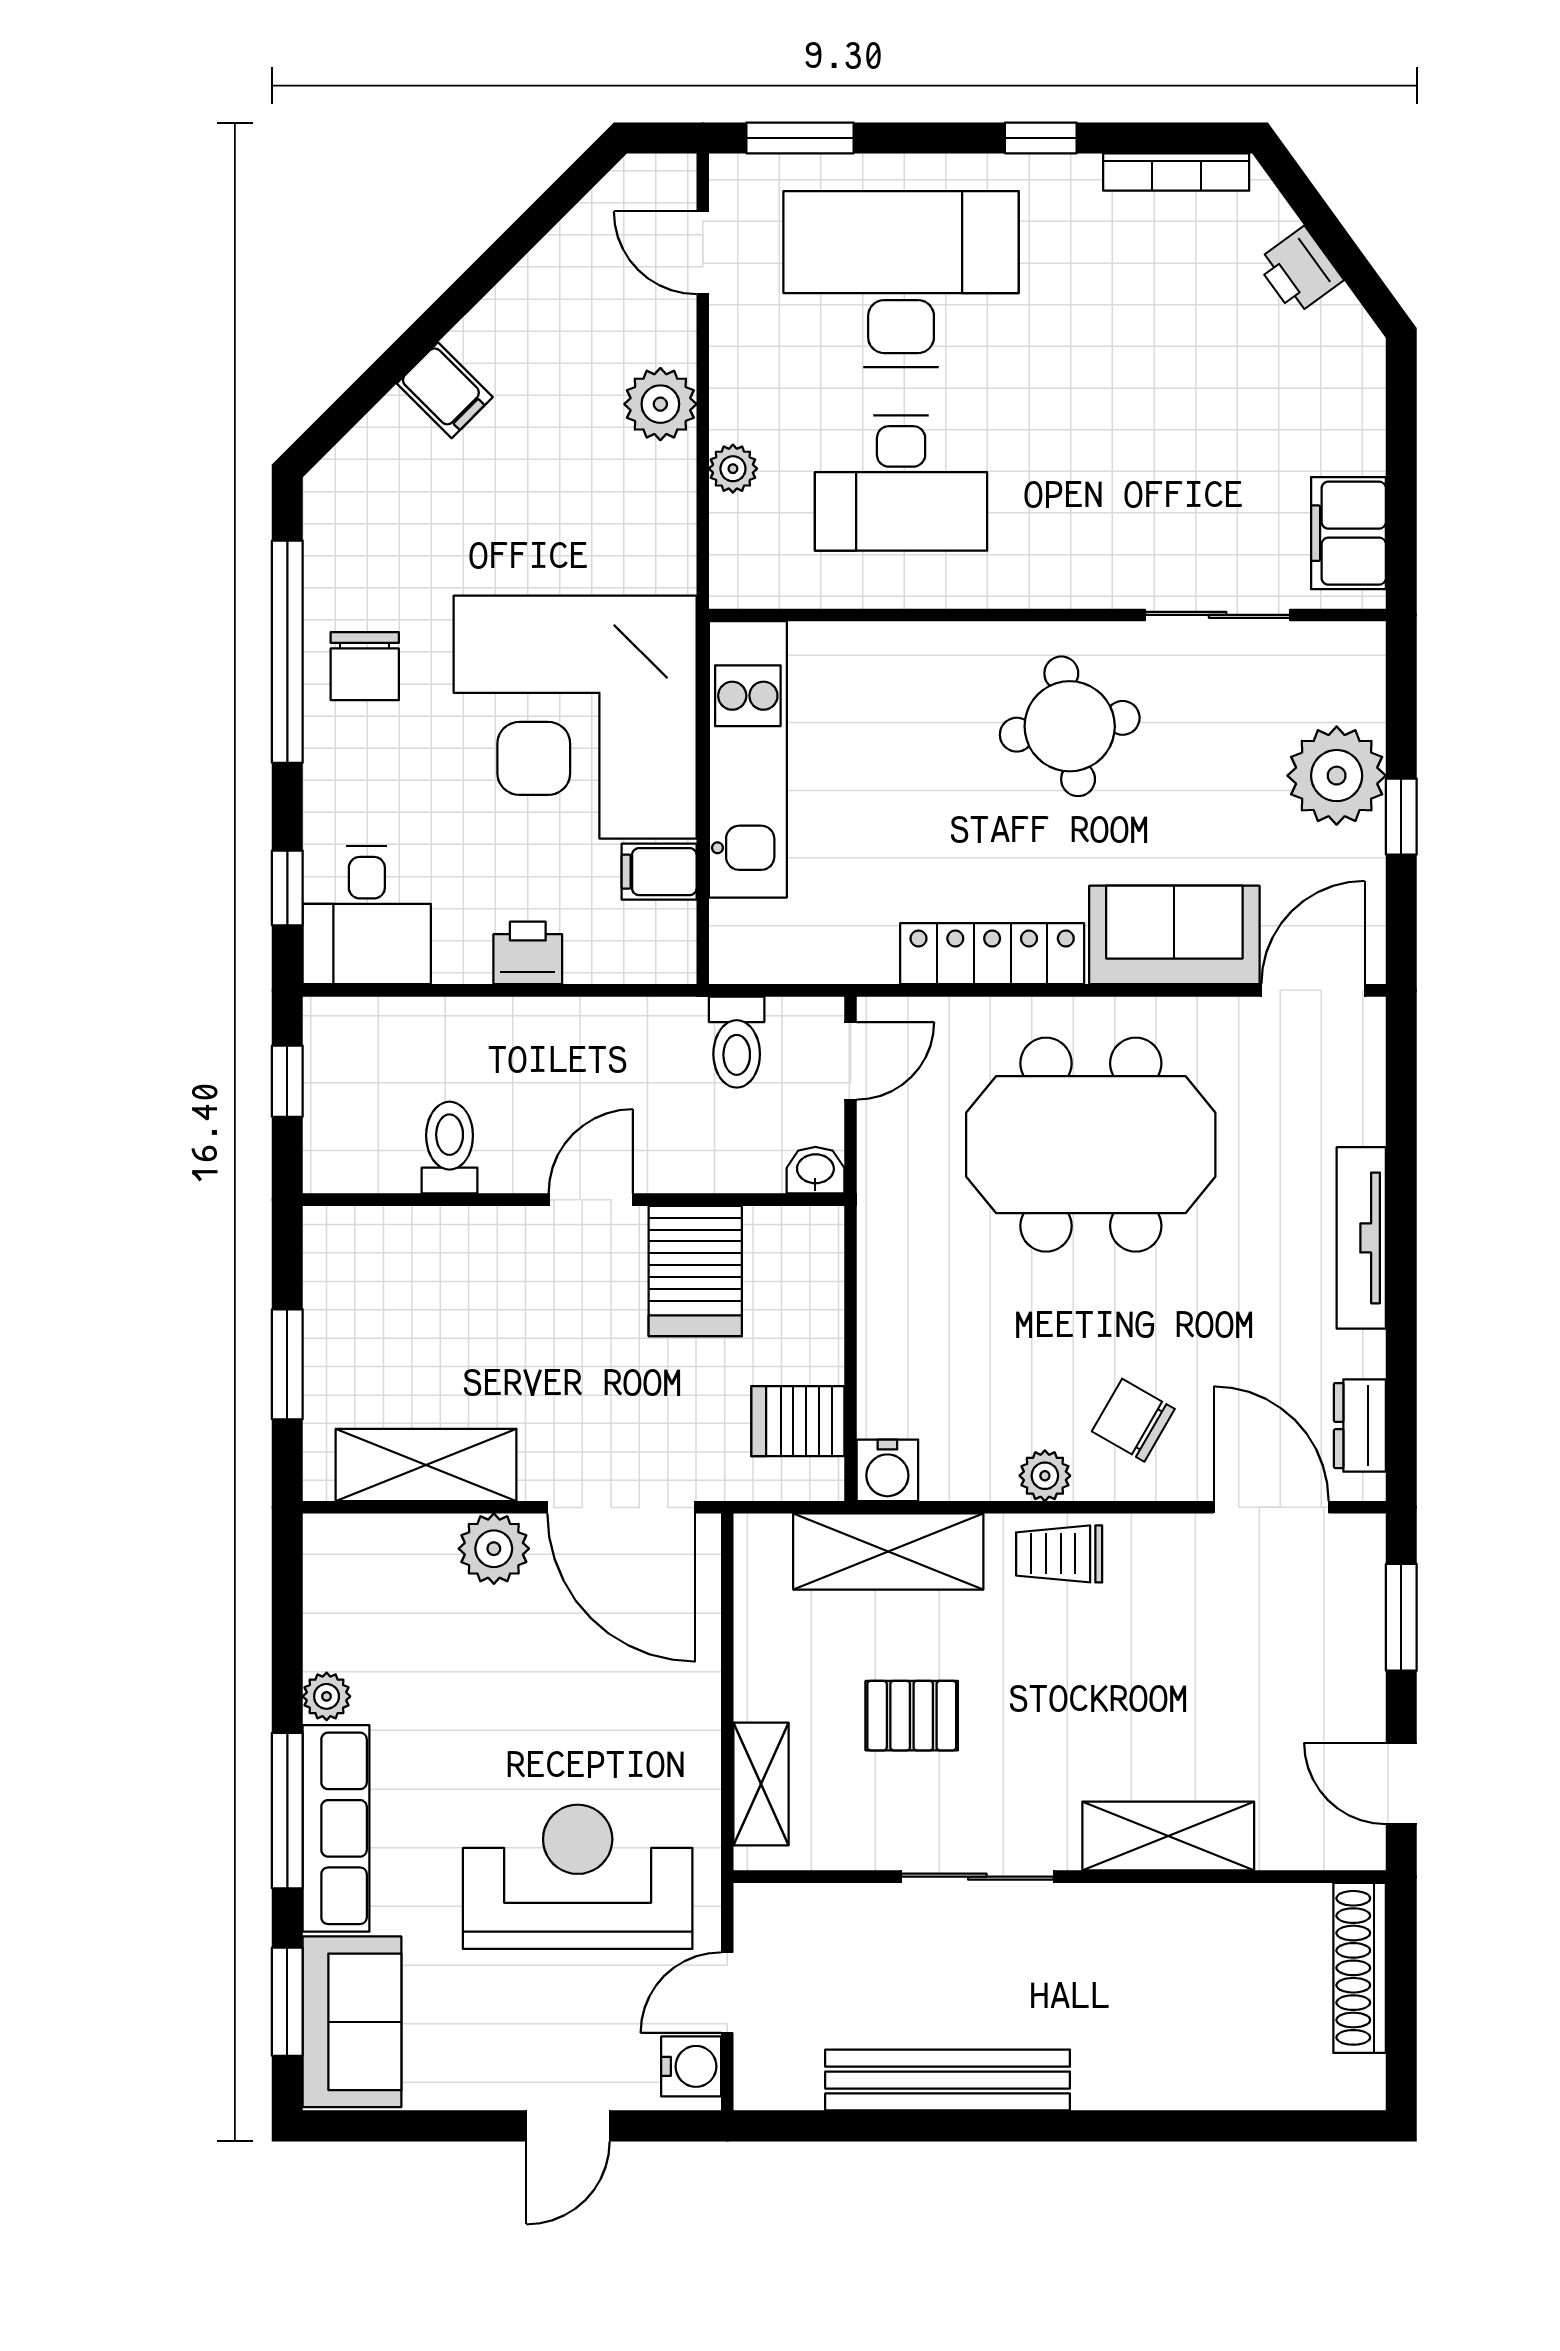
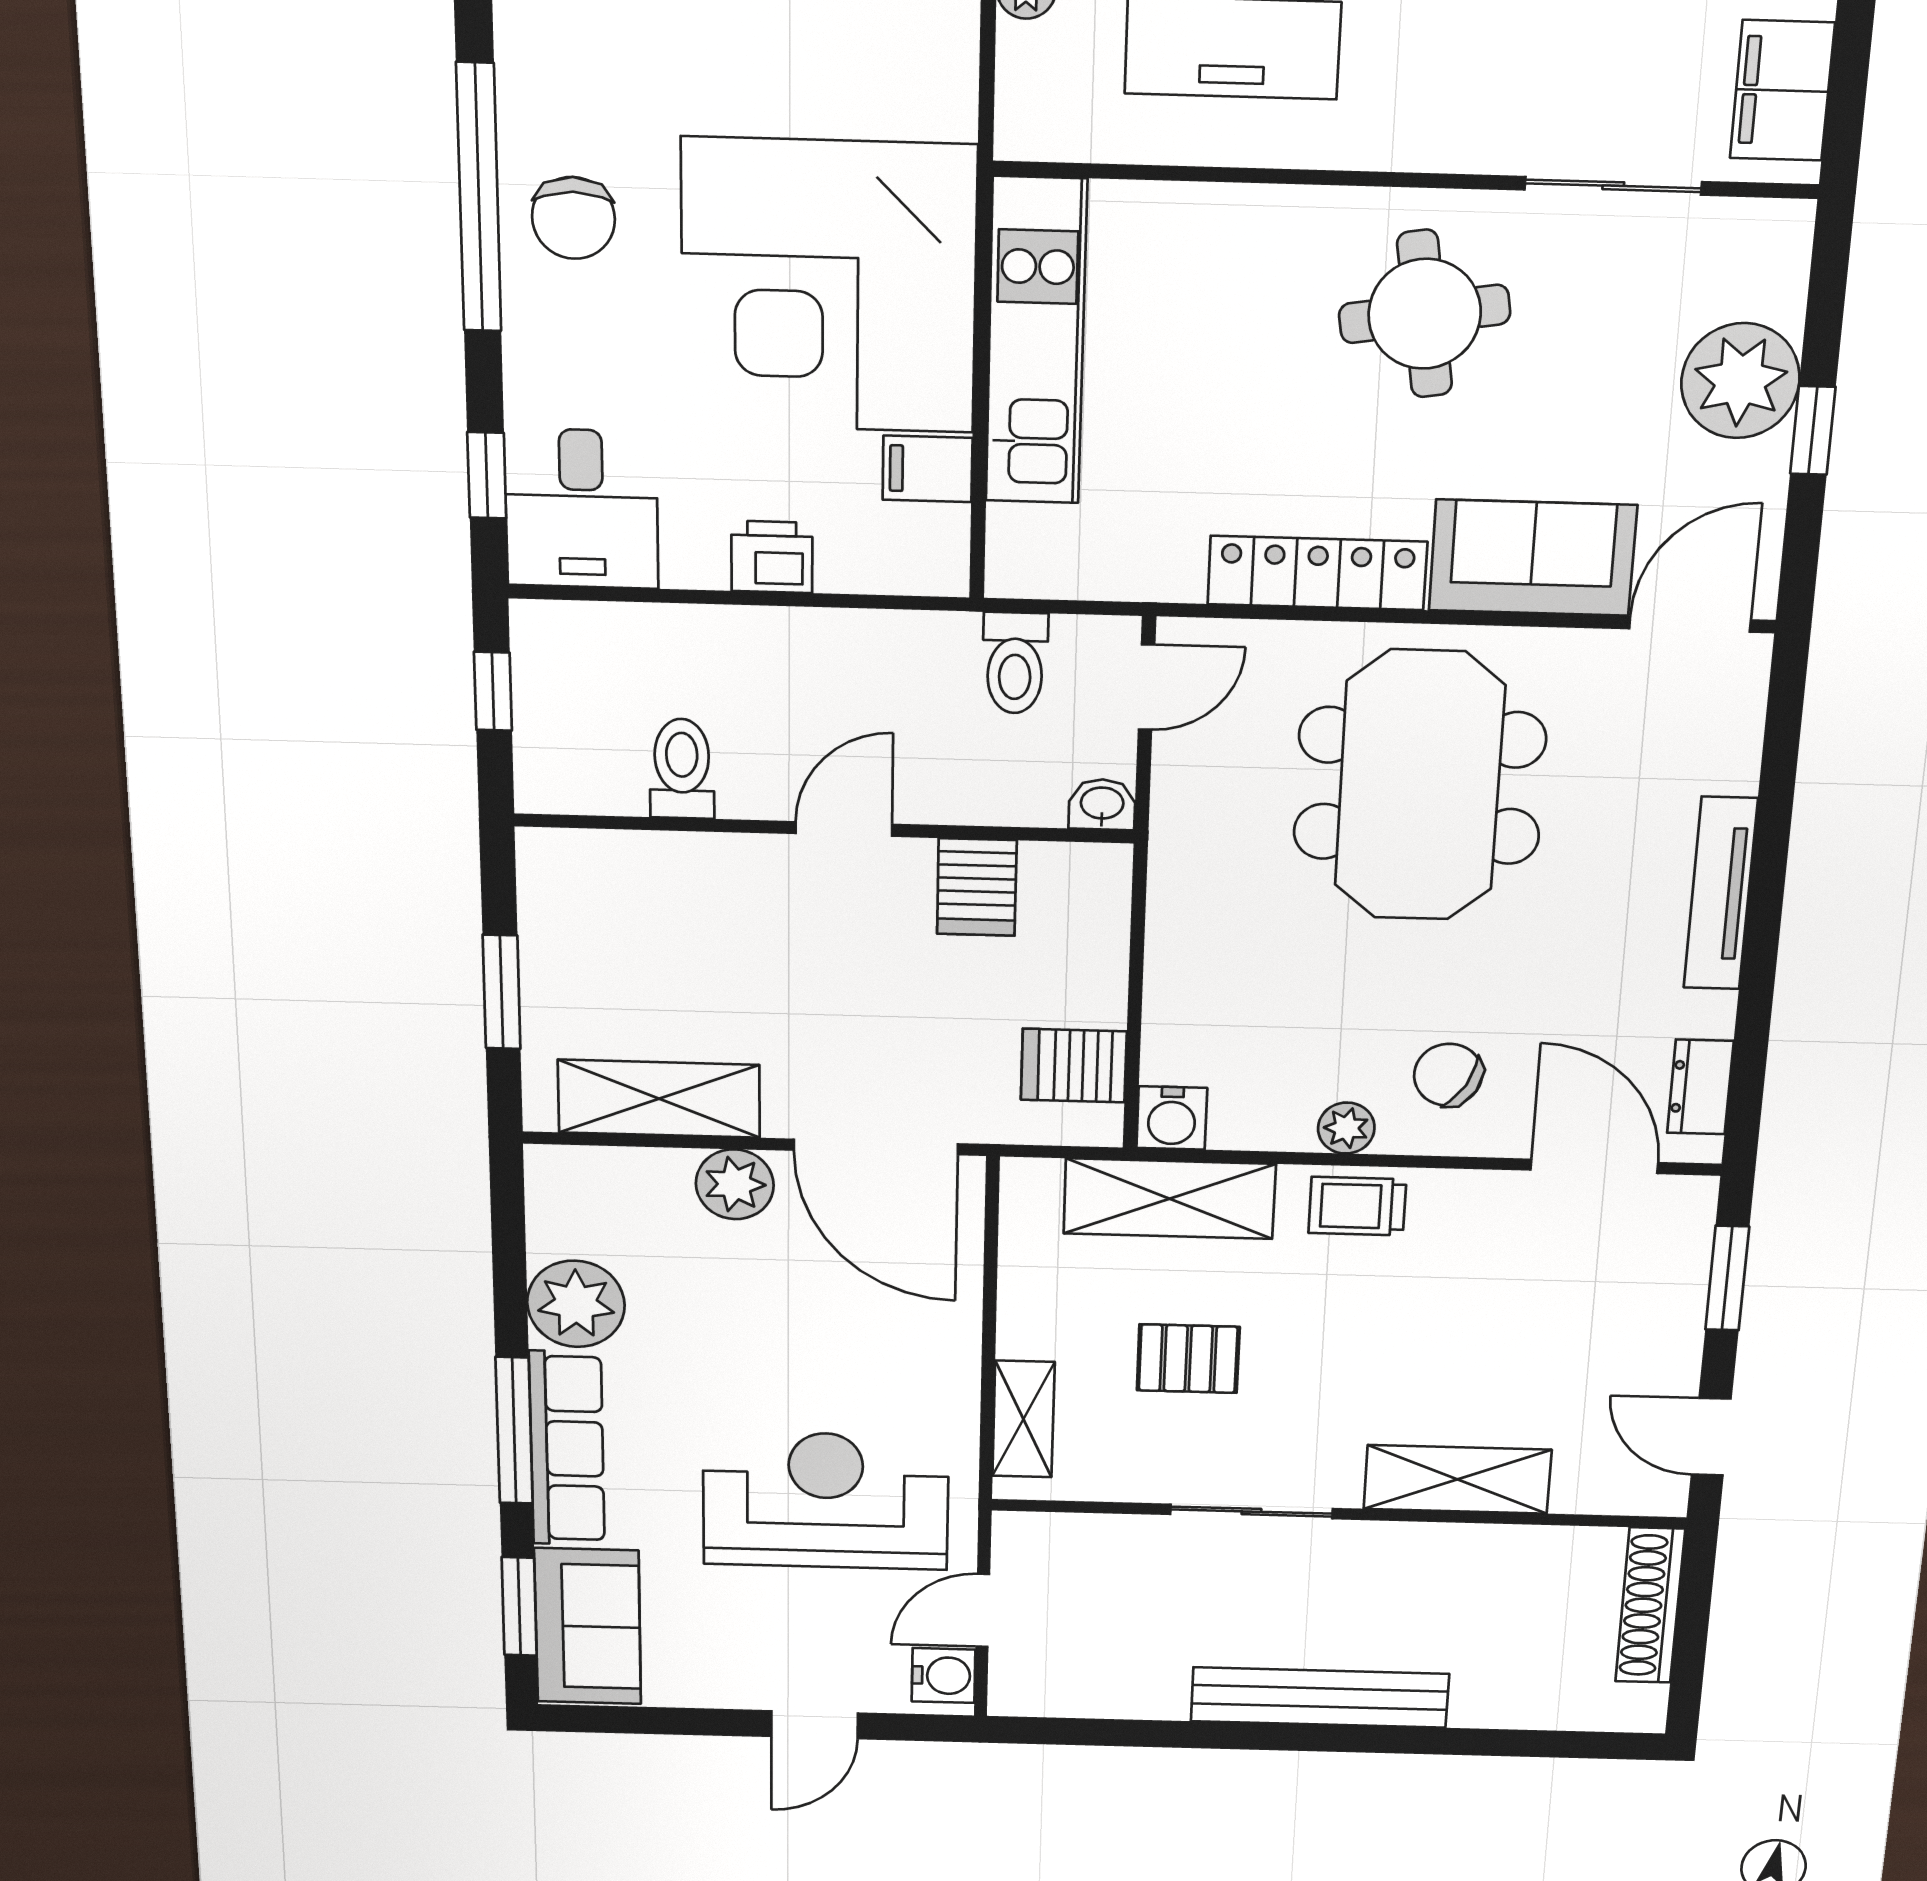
meeting table: (1091, 1145) -> (1420, 786), turned 90
server rack: (695, 1271) -> (977, 887), width x0.73, depth x0.70
plant: (327, 1696) -> (576, 1304), width x1.88, depth x1.88
bench: (948, 2080) -> (1320, 1697), moved

